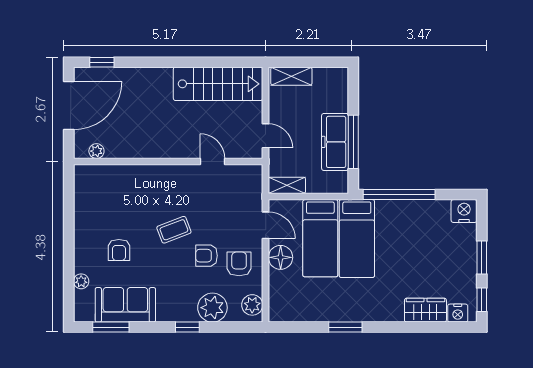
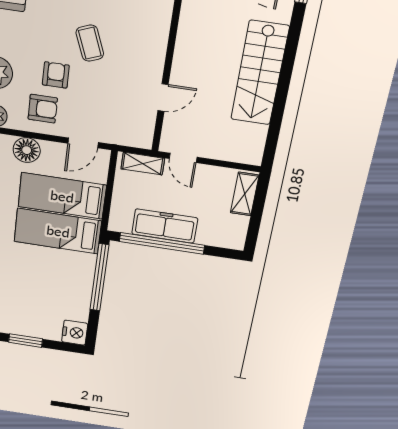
stairs: (218, 84) -> (260, 73), moved
door: (266, 136) -> (183, 158), hinge flipped
window: (353, 142) -> (162, 243), width x1.46
shelving: (287, 185) -> (143, 164), moved, turned 90
floor lamp: (281, 257) -> (27, 150), moved

